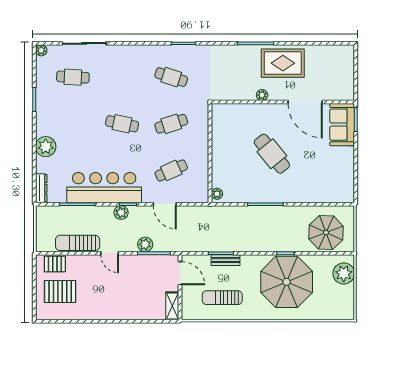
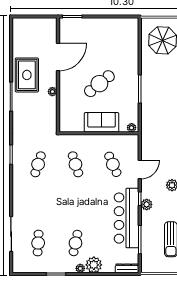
plant: (41, 50) -> (80, 268), moved
cafe table: (122, 124) -> (75, 243), moved
sofa: (342, 125) -> (101, 122), moved, turned 180

